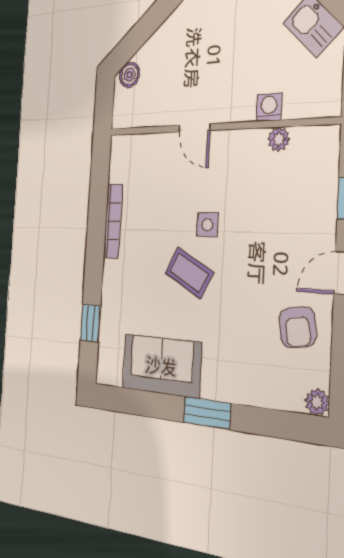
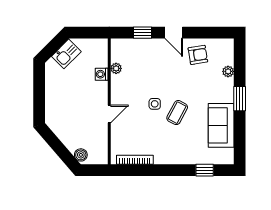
bookcase: (113, 221) -> (135, 160), moved
plant: (317, 402) -> (228, 71), moved

